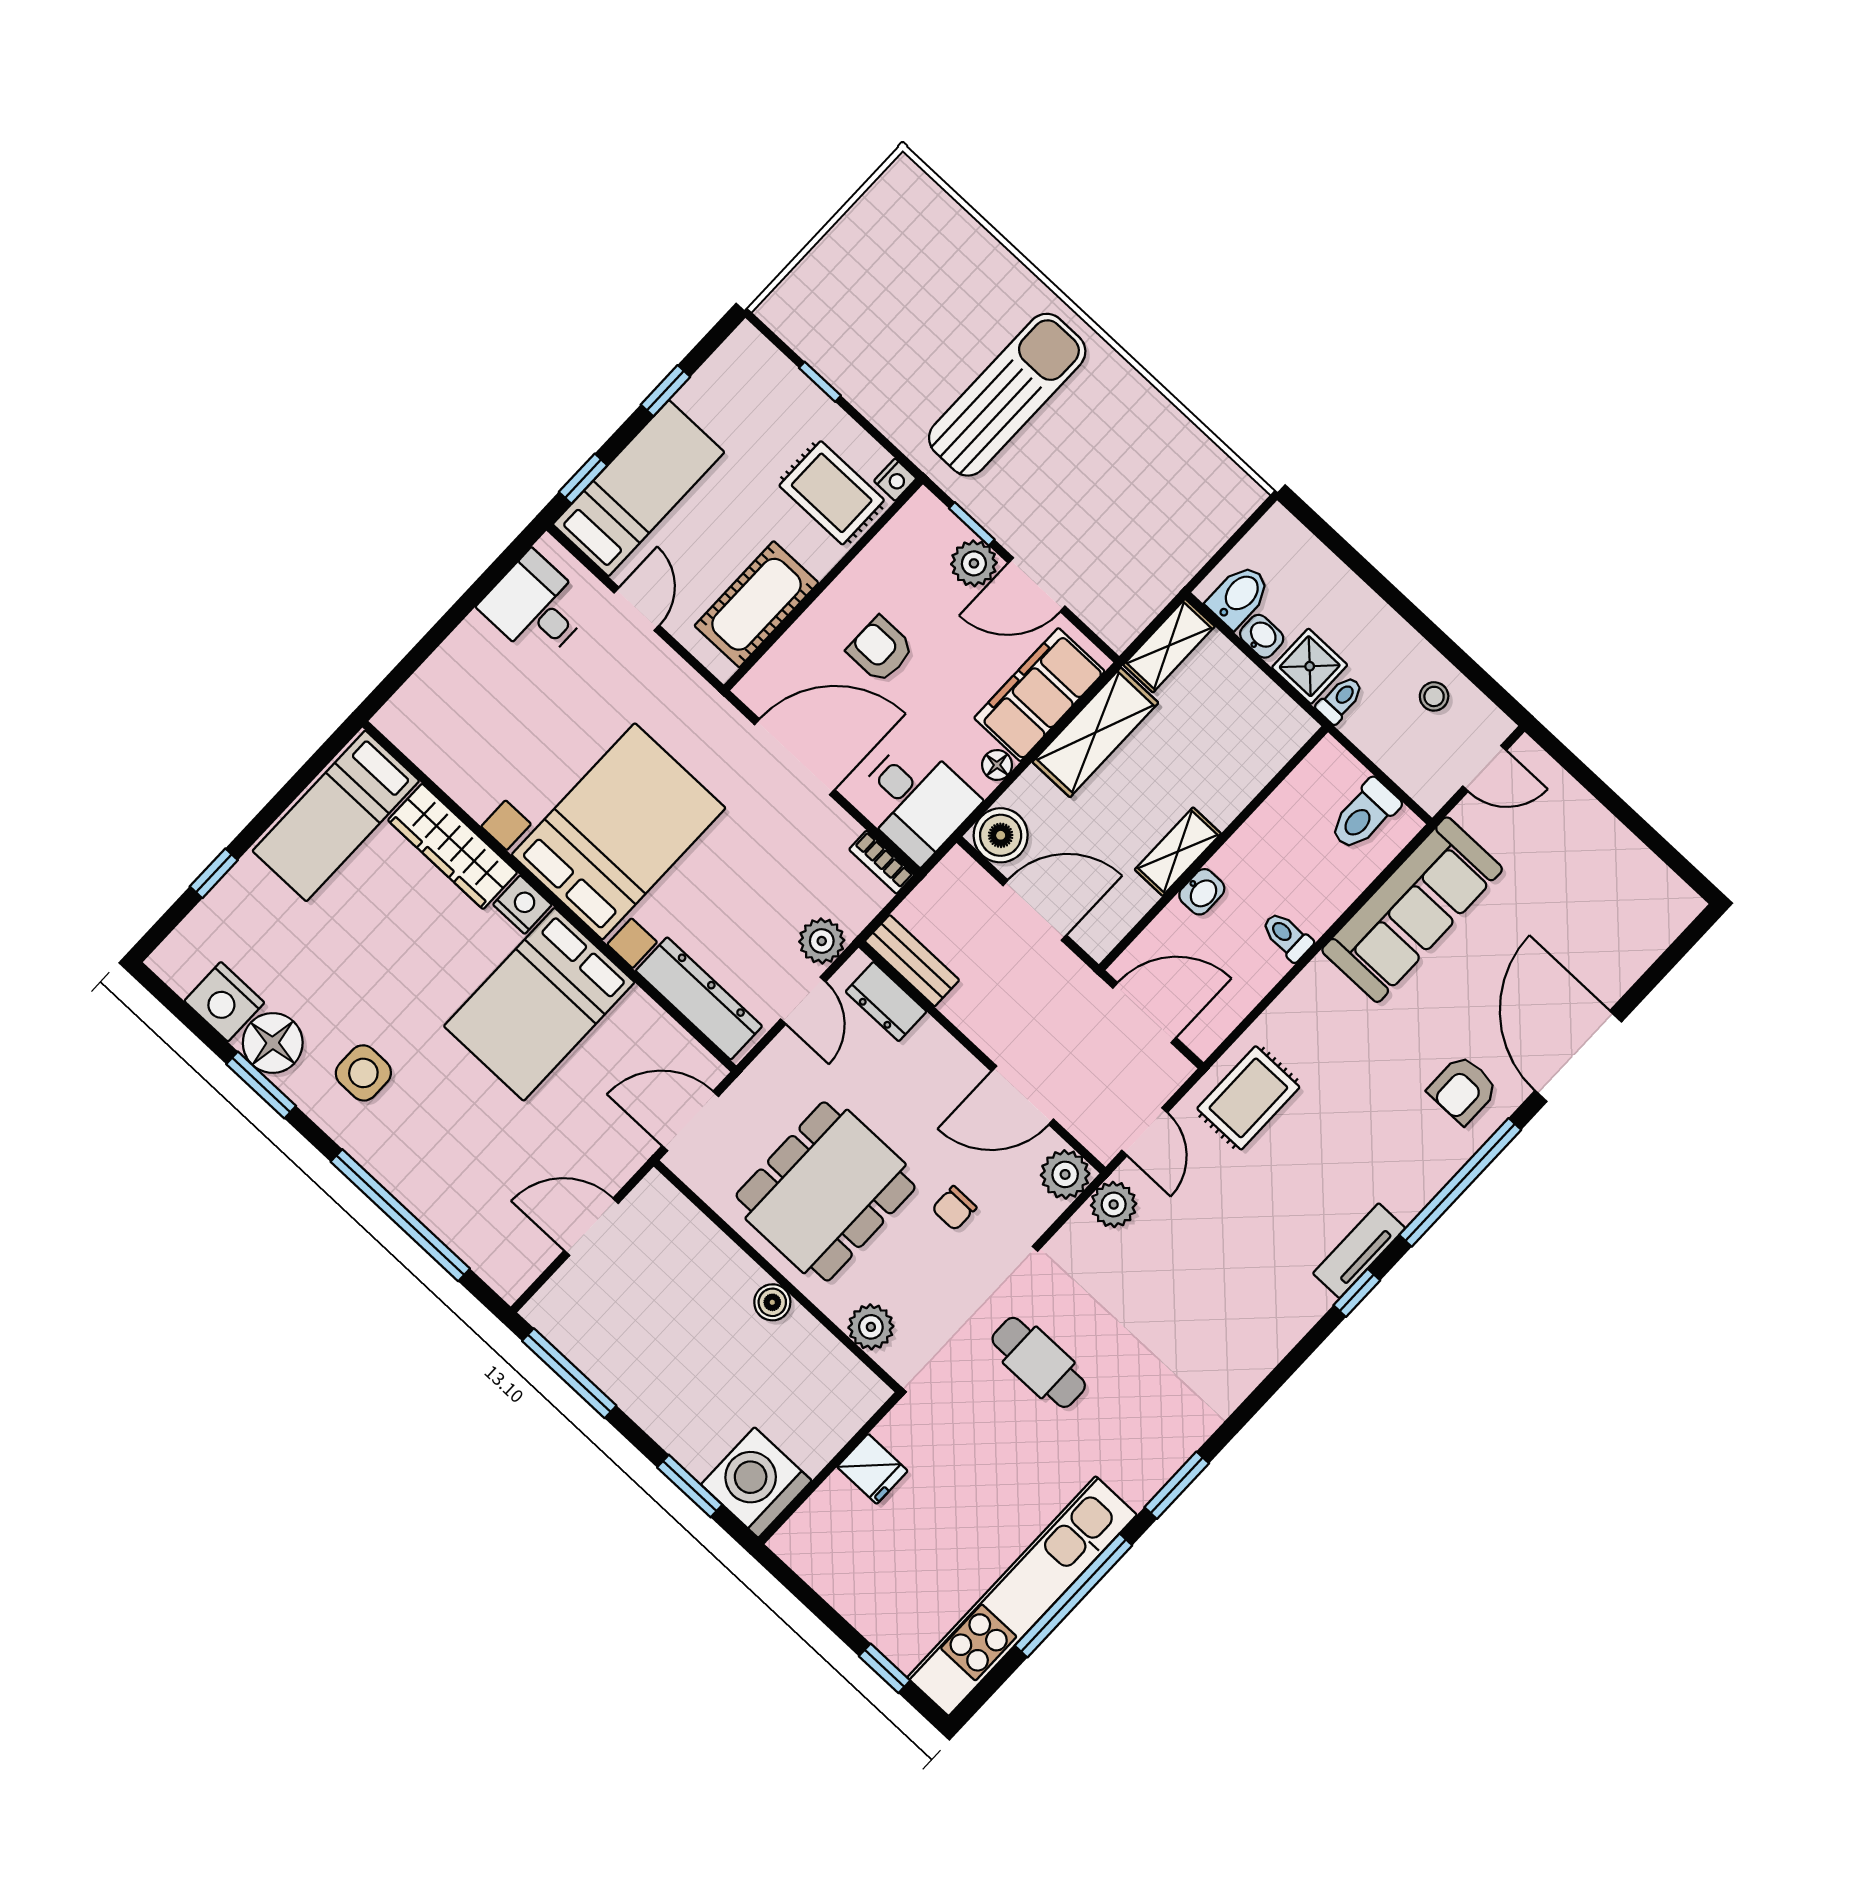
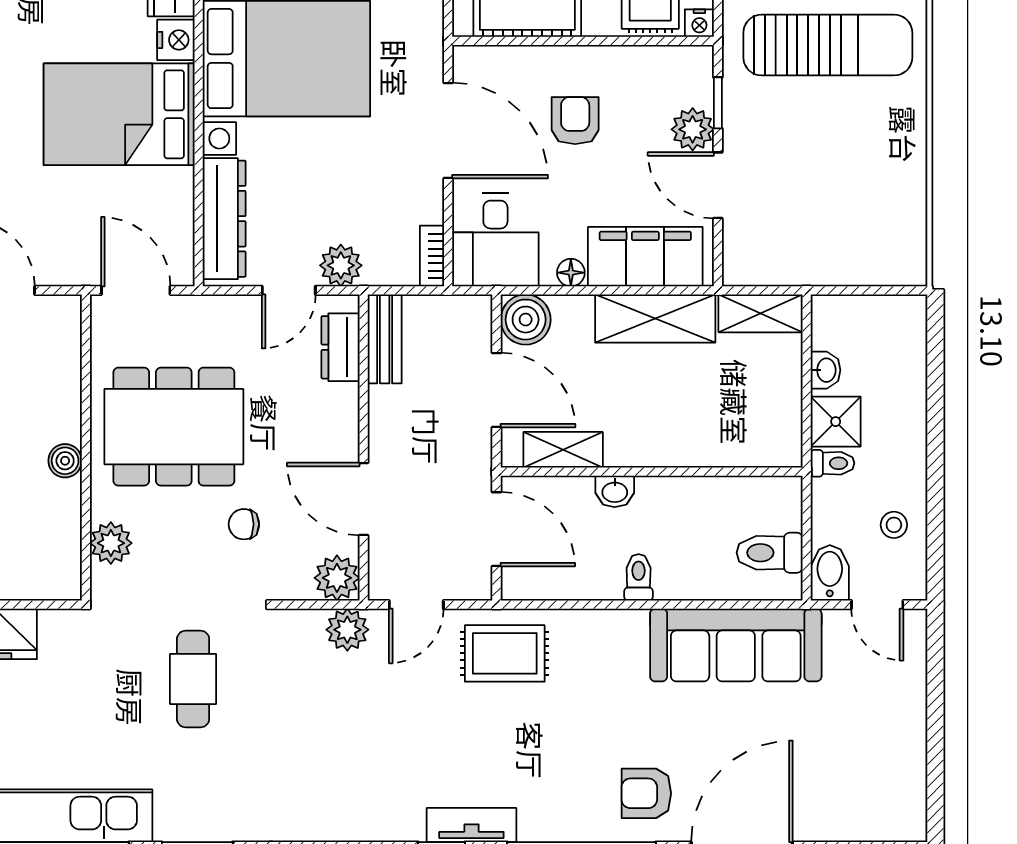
bidet: (1239, 596) -> (830, 573), moved, turned -90
shelving: (1178, 852) -> (563, 450), moved

